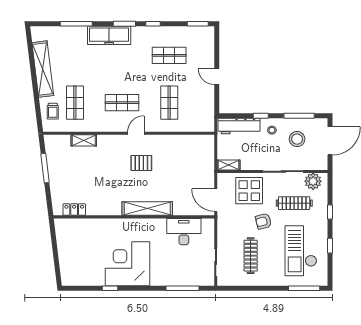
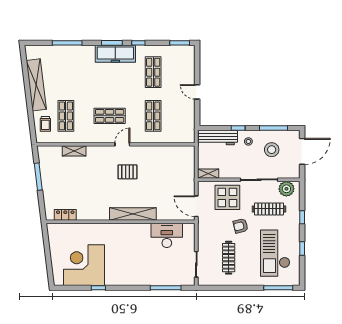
freezer: (109, 35) -> (115, 54), moved
shop shelf: (169, 55) -> (153, 72), turned 90
corner desk: (128, 264) -> (84, 265), moved

